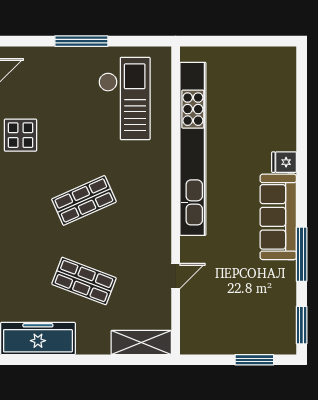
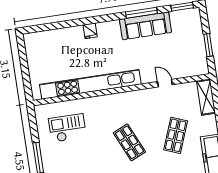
checkout: (124, 98) -> (67, 128), width x0.73, depth x0.83
sofa: (278, 217) -> (146, 26), moved
window: (254, 360) -> (208, 45), moved

